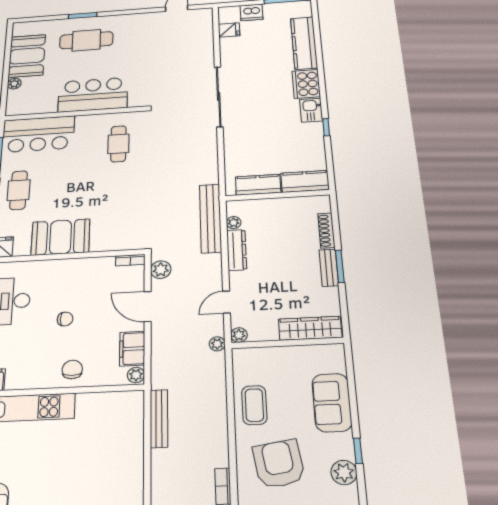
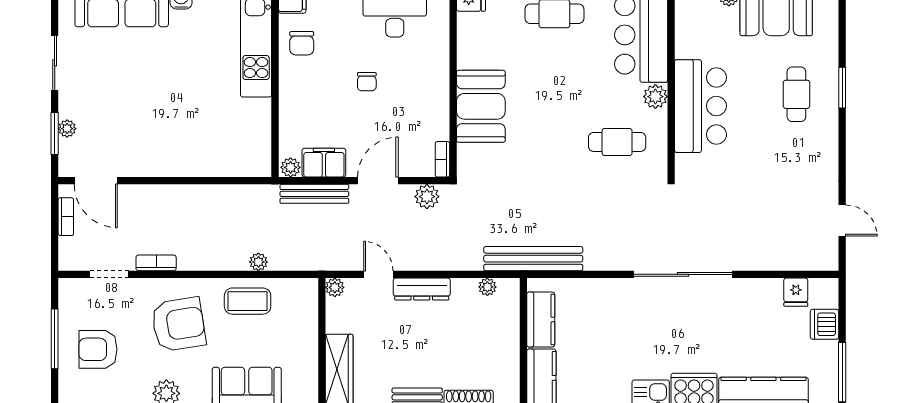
cafe table: (86, 40) -> (796, 94), width x0.73, depth x0.74
plant: (85, 122) -> (655, 97), added
bench: (210, 218) -> (533, 259), moved
booth: (60, 237) -> (481, 106), moved
dresser: (237, 250) -> (422, 289), moved
plant: (217, 344) -> (258, 262), moved
chair: (72, 369) -> (302, 43), moved, turned 90
bench: (159, 418) -> (314, 194), moved

